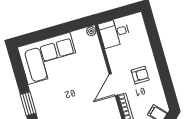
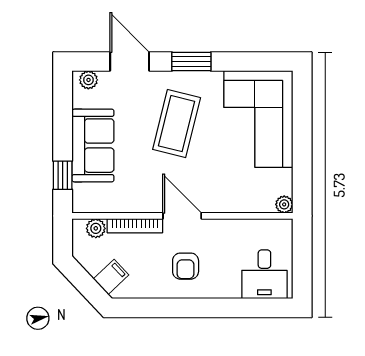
desk: (114, 33) -> (264, 274), moved, turned 180
coffee table: (64, 102) -> (177, 124), added

